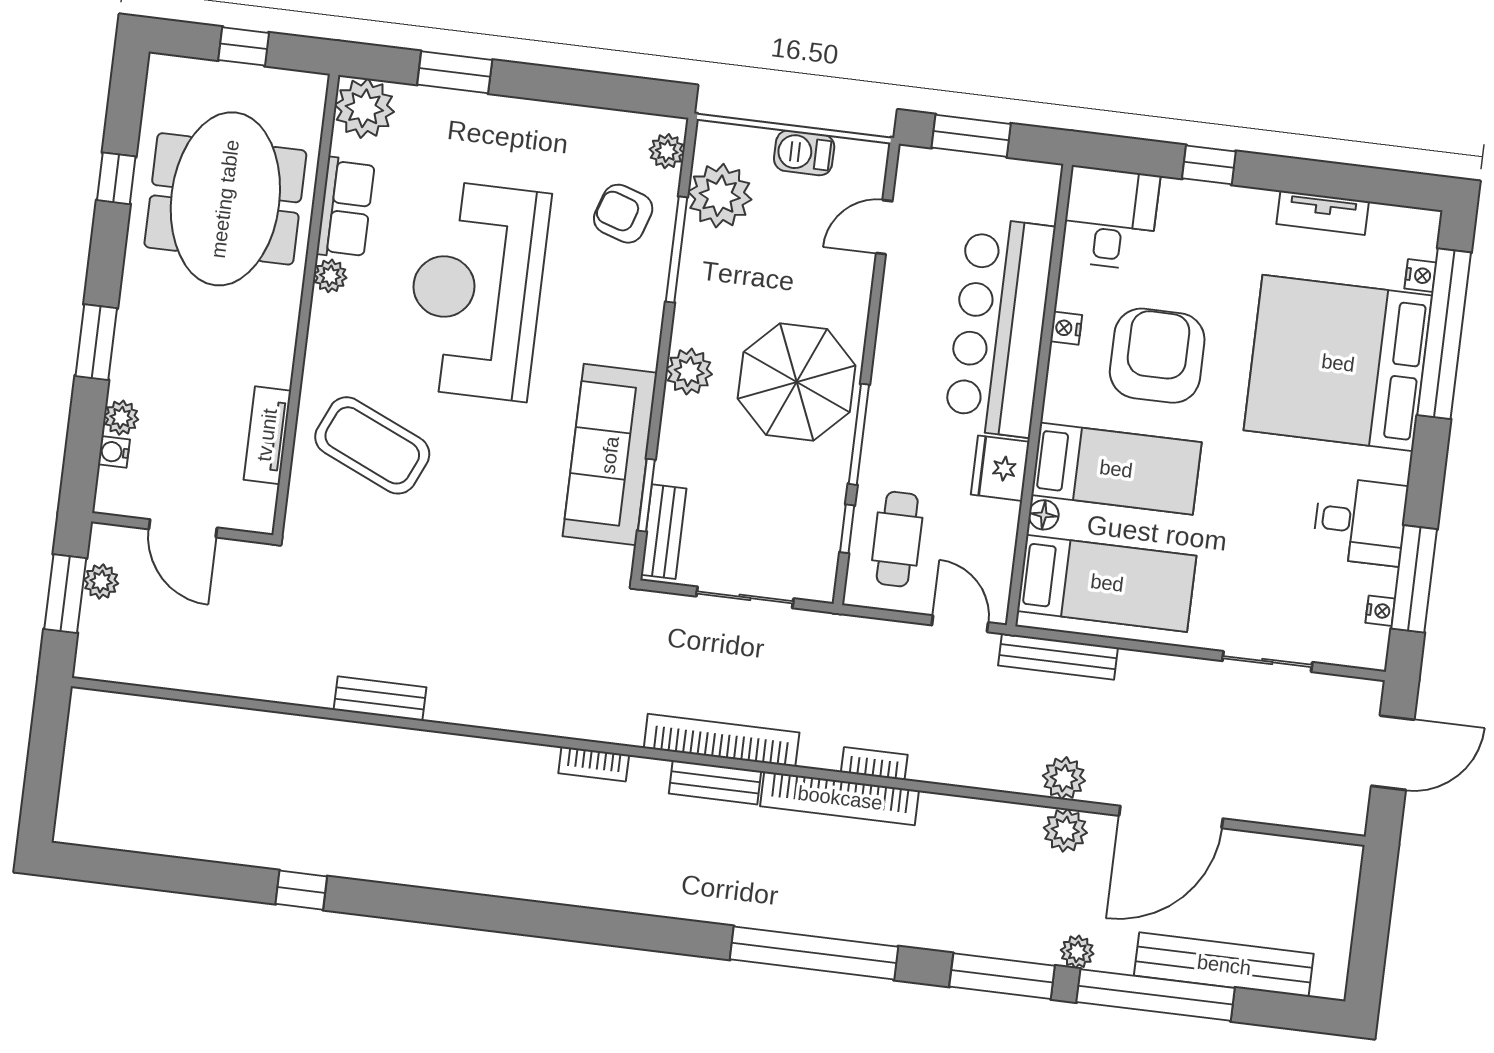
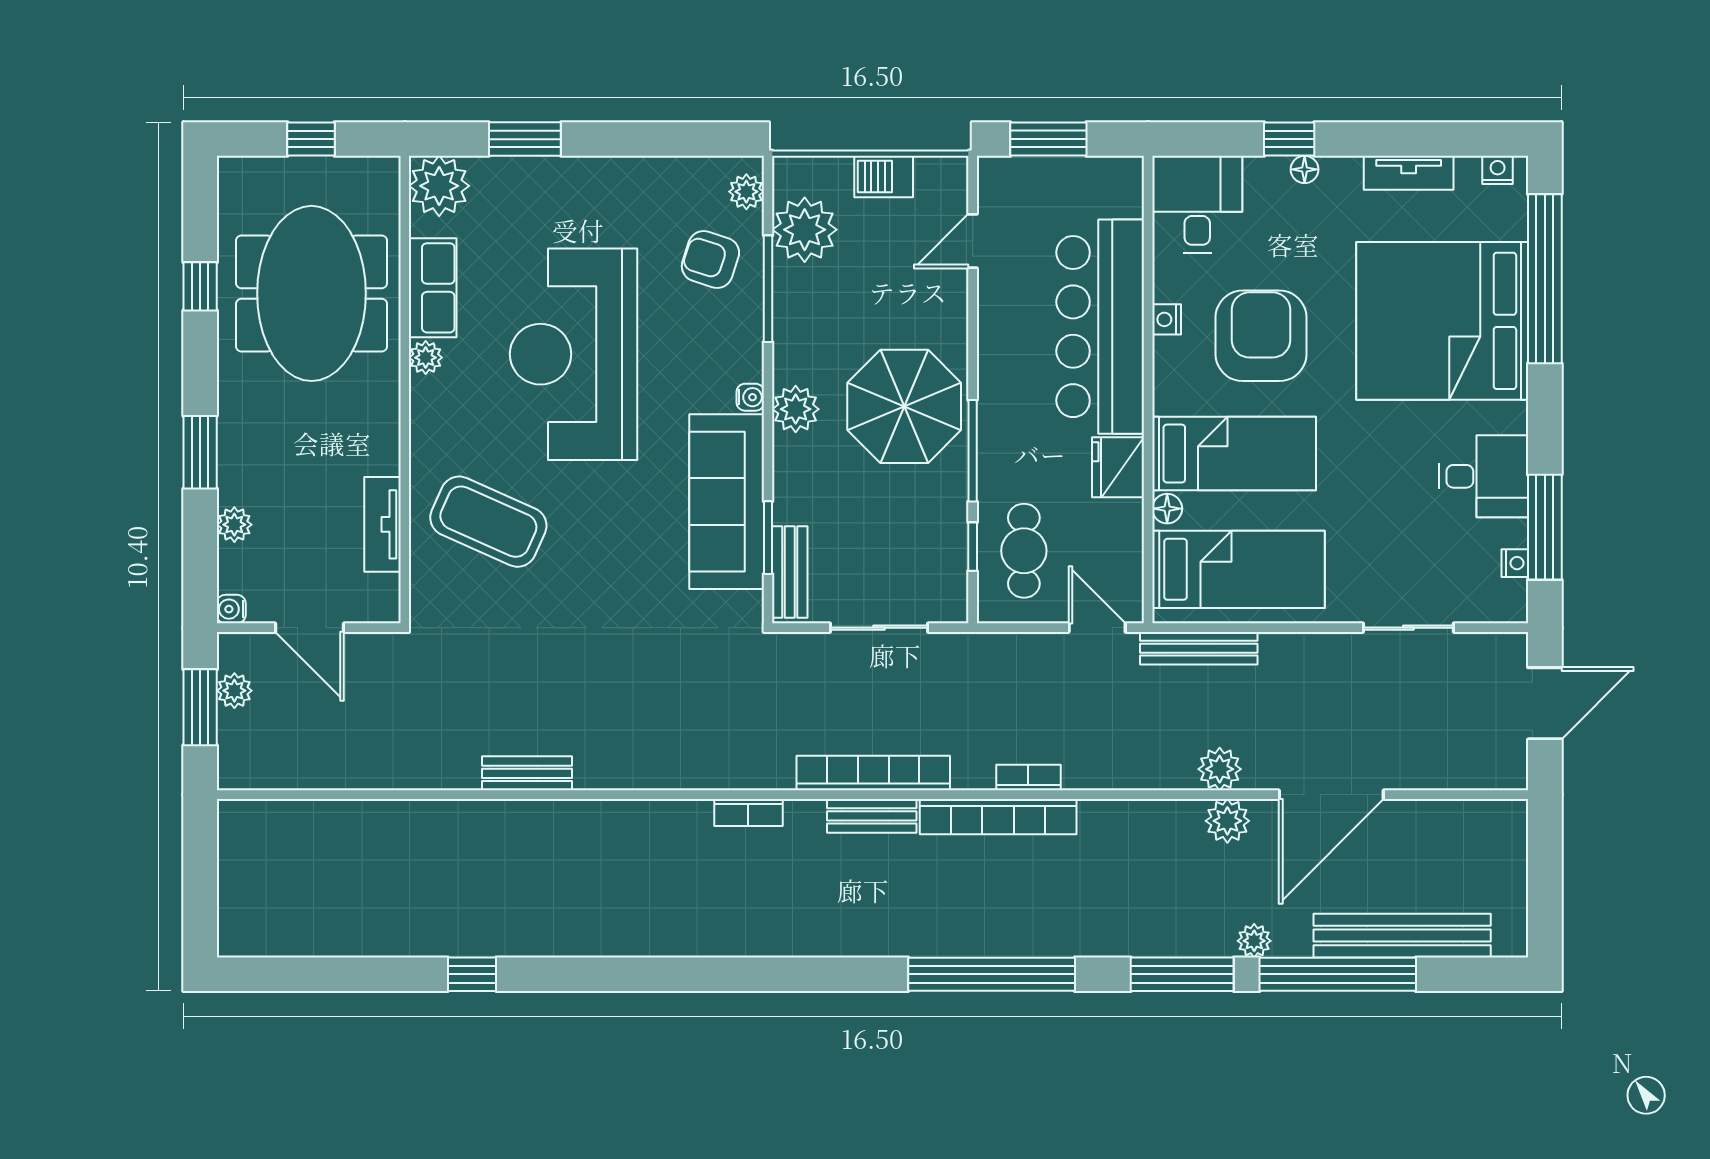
floor lamp: (1220, 197) -> (1305, 169), added
nightstand: (1420, 275) -> (1498, 170), moved, turned -90
water cooler: (646, 354) -> (750, 397), added
water cooler: (114, 452) -> (231, 609), moved

